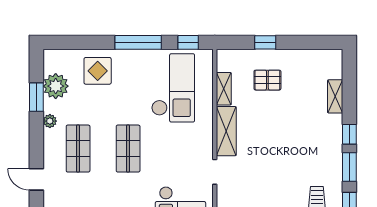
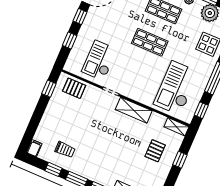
checkout: (173, 88) -> (176, 88), turned 90
shelving: (224, 89) -> (176, 127), moved

